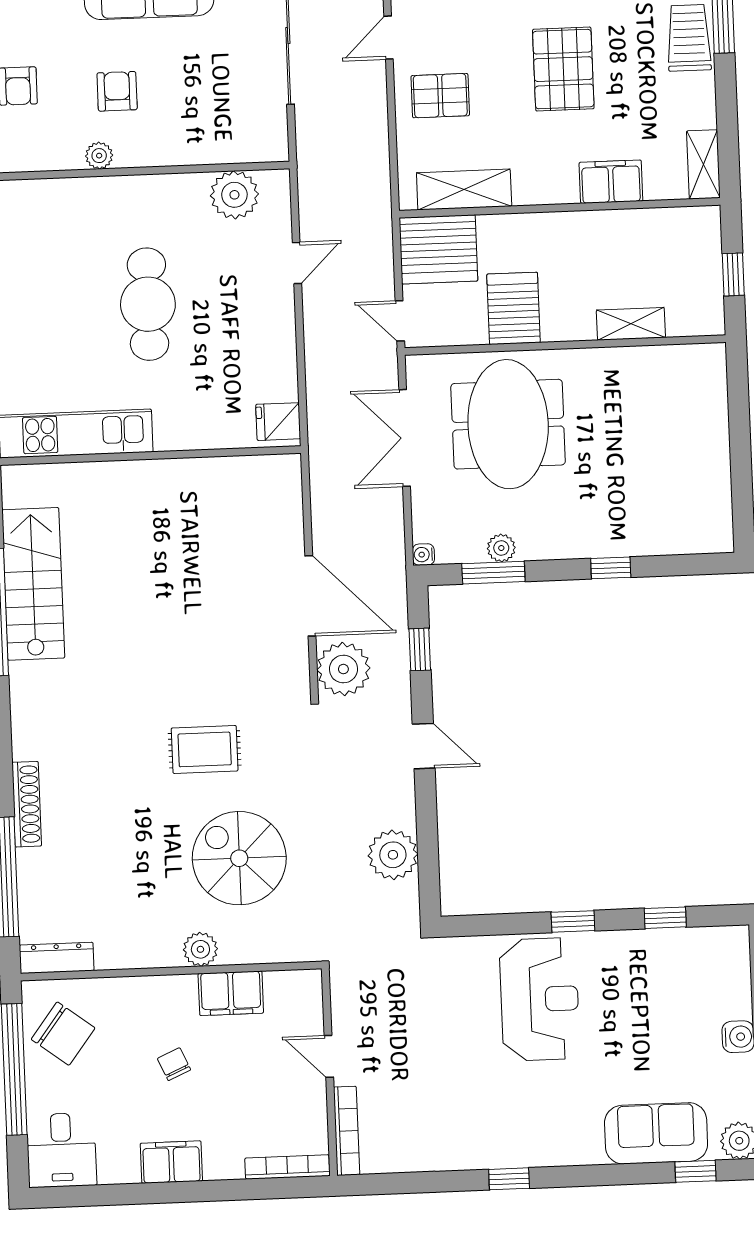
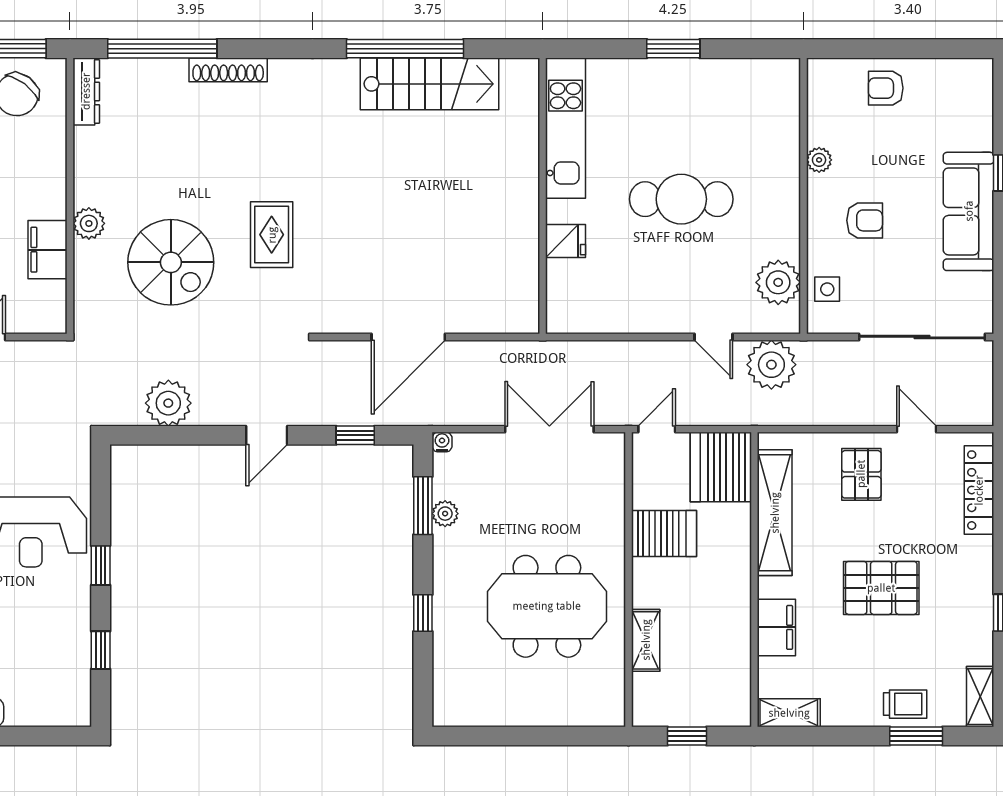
trolley: (689, 38) -> (905, 704), width x0.73, depth x0.72
armchair: (117, 91) -> (865, 220), moved
side table: (240, 141) -> (827, 289), added
shelving: (464, 190) -> (775, 513), width x1.47
fridge: (278, 422) -> (566, 241), moved, turned 90
meeting table: (508, 424) -> (547, 606), moved
plant: (343, 669) -> (771, 365), moved
spiral stairs: (239, 858) -> (171, 262), turned 90

